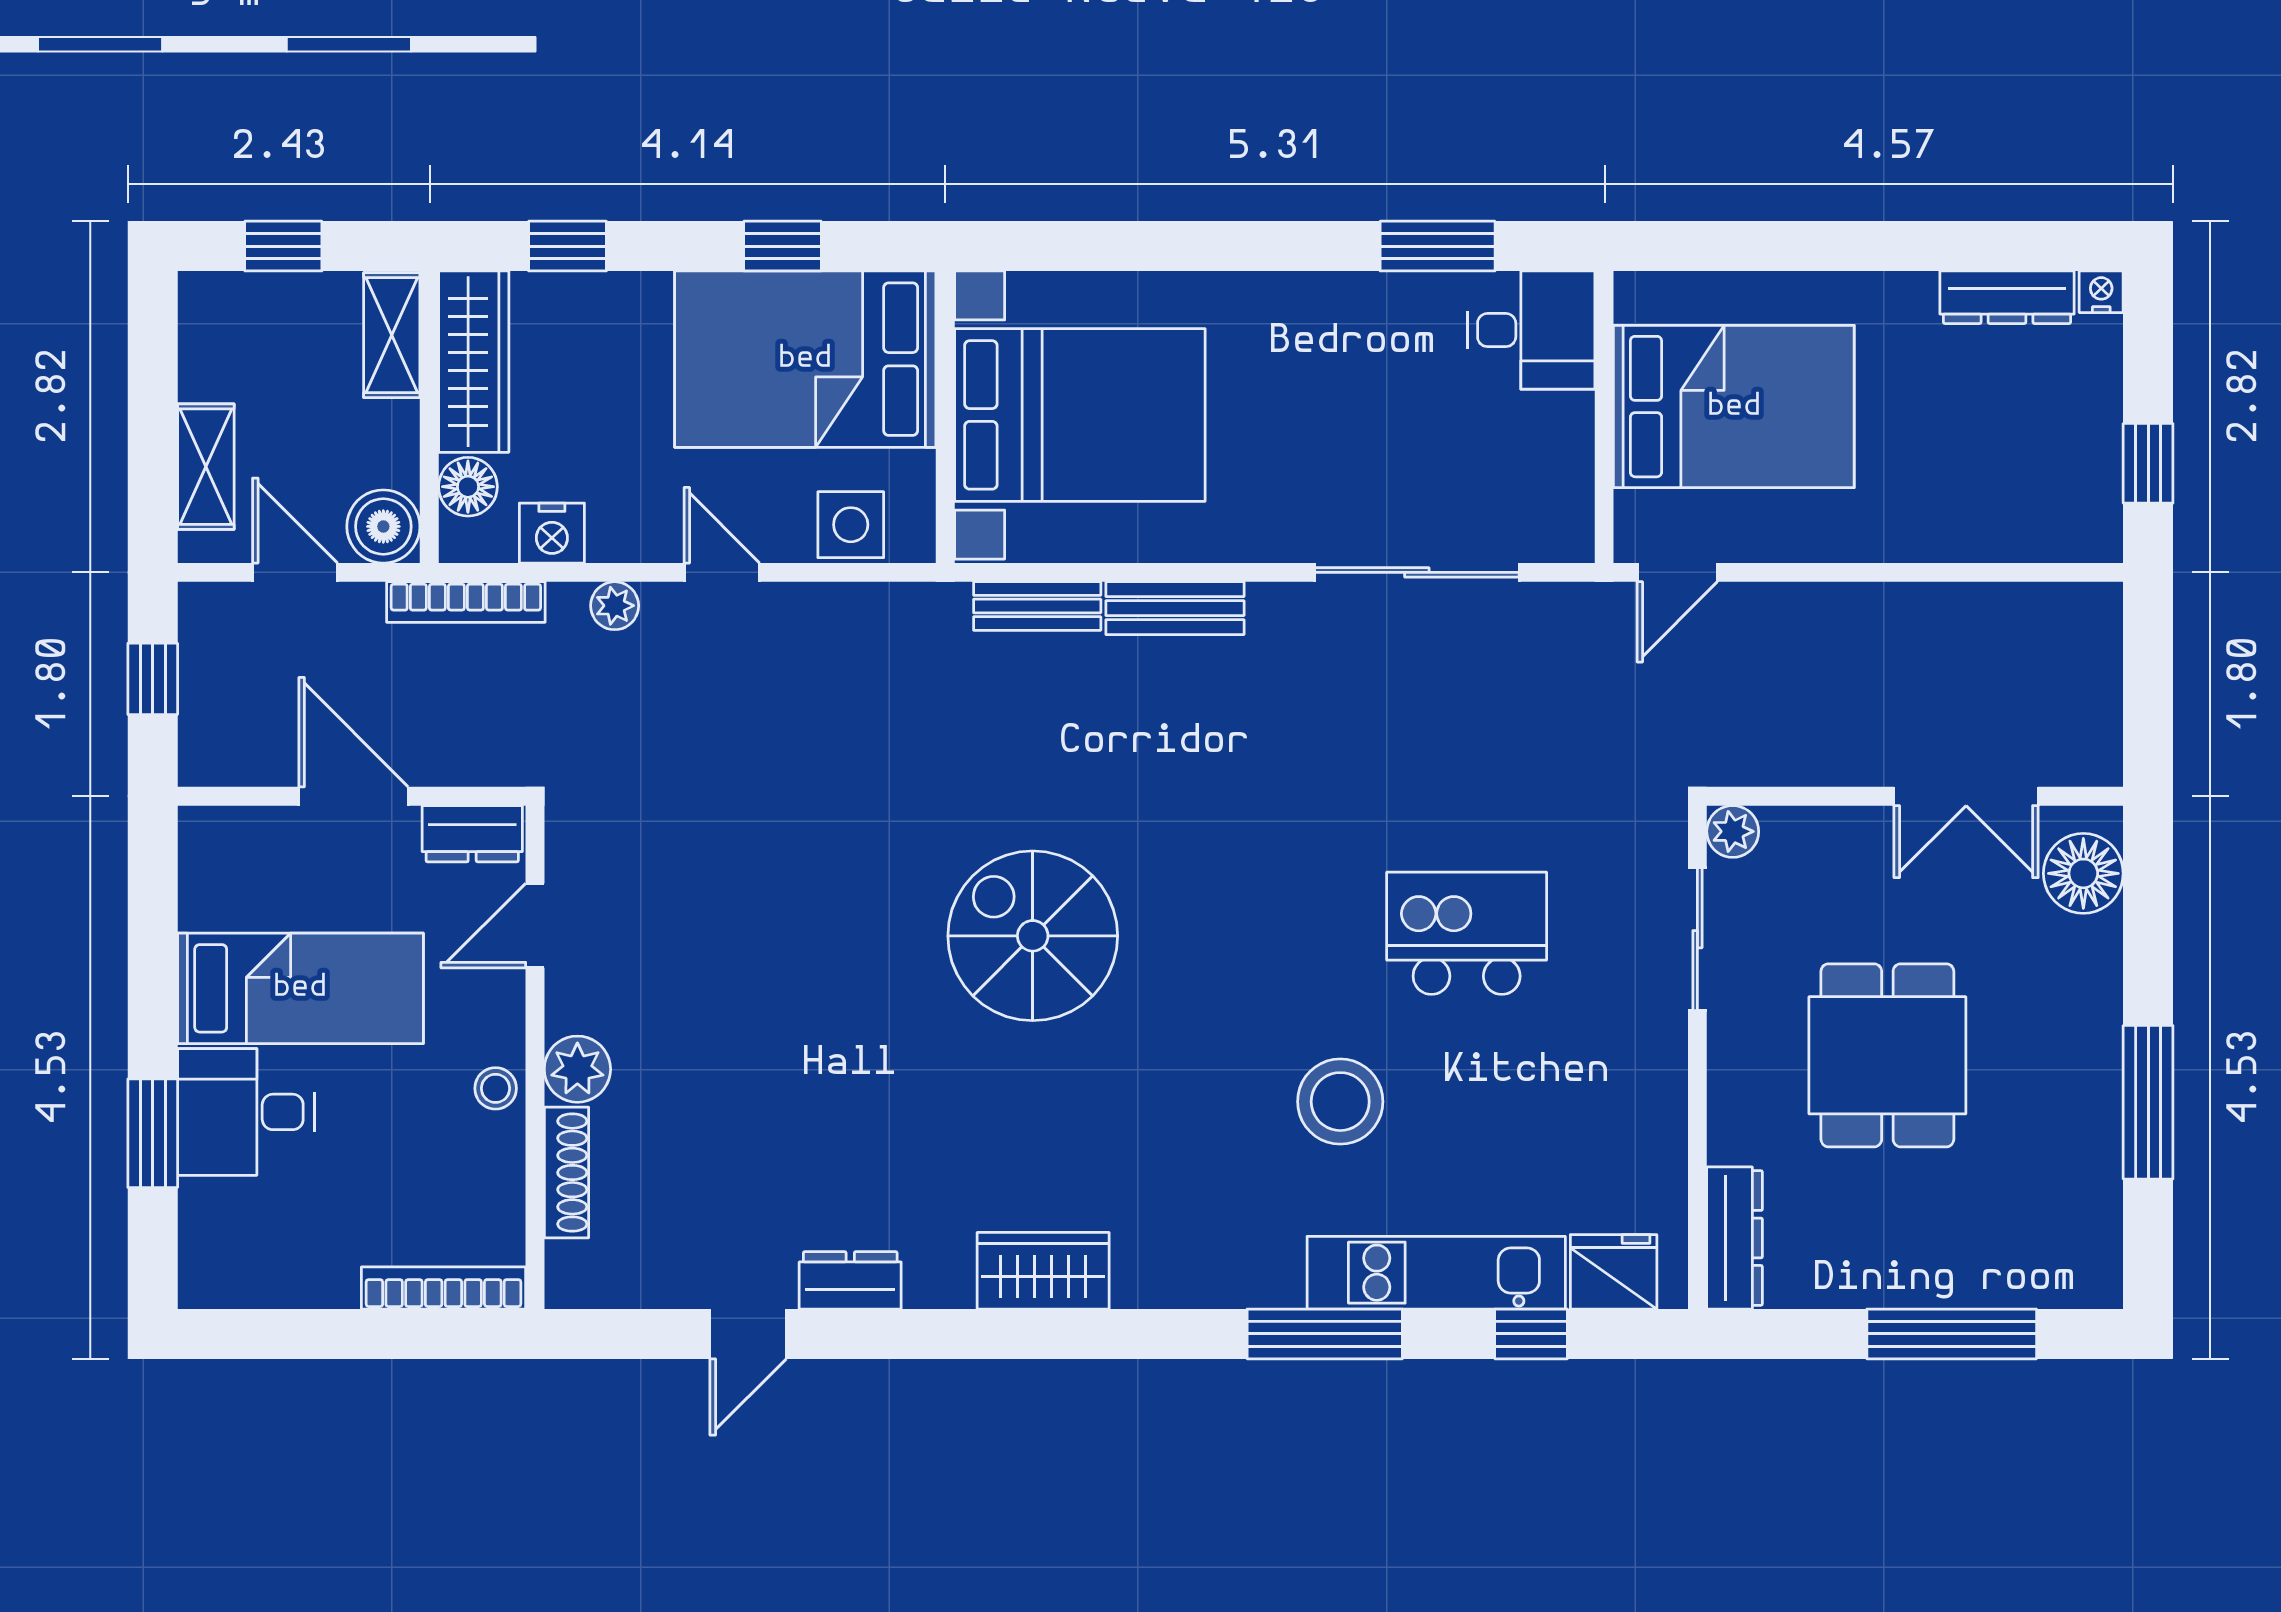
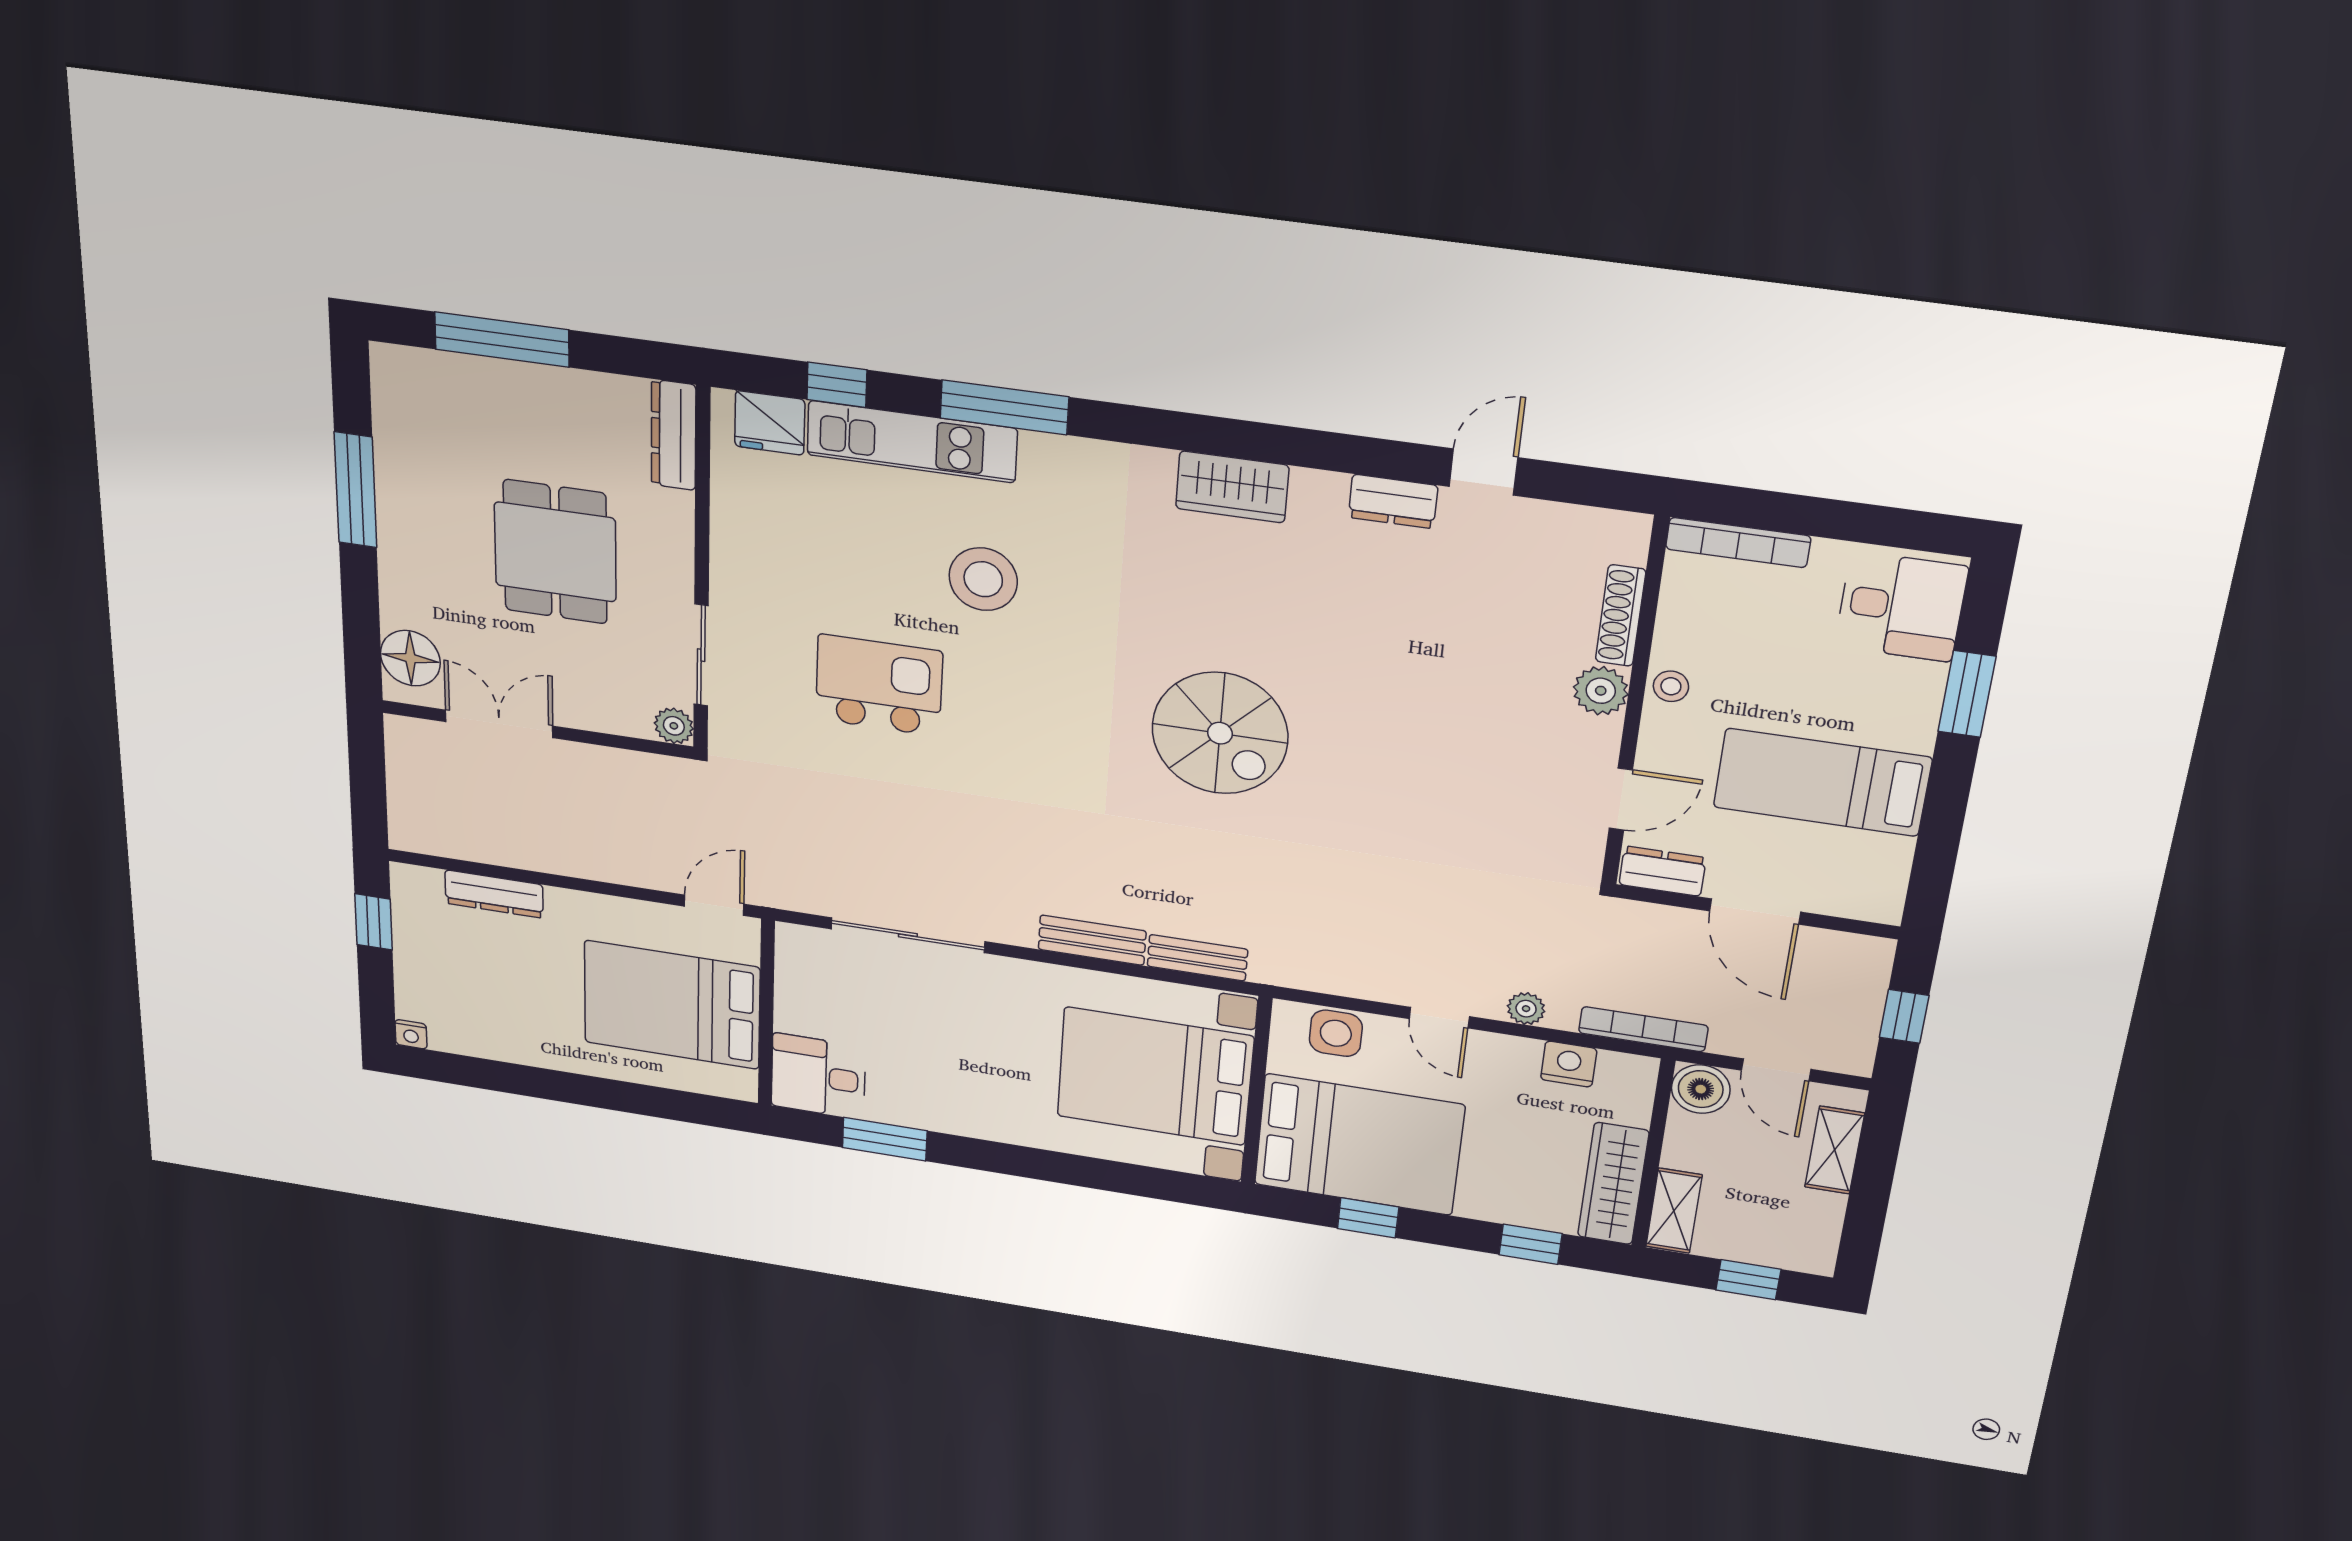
dresser: (2007, 297) -> (494, 894), moved, turned 180
floor lamp: (468, 487) -> (1630, 1105), removed
kitchen island: (1467, 933) -> (879, 685), turned 180
desk: (246, 1112) -> (1901, 607), moved

